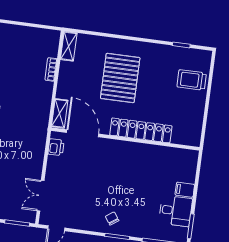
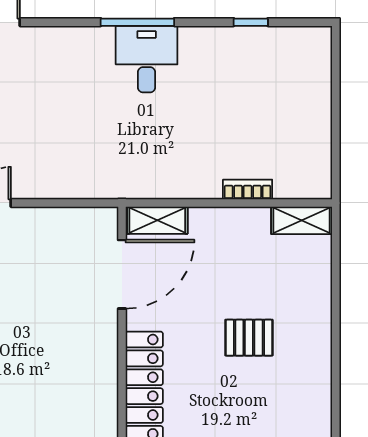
pallet: (120, 78) -> (249, 338), width x0.49, depth x0.50
printer: (56, 147) -> (85, 222), removed

